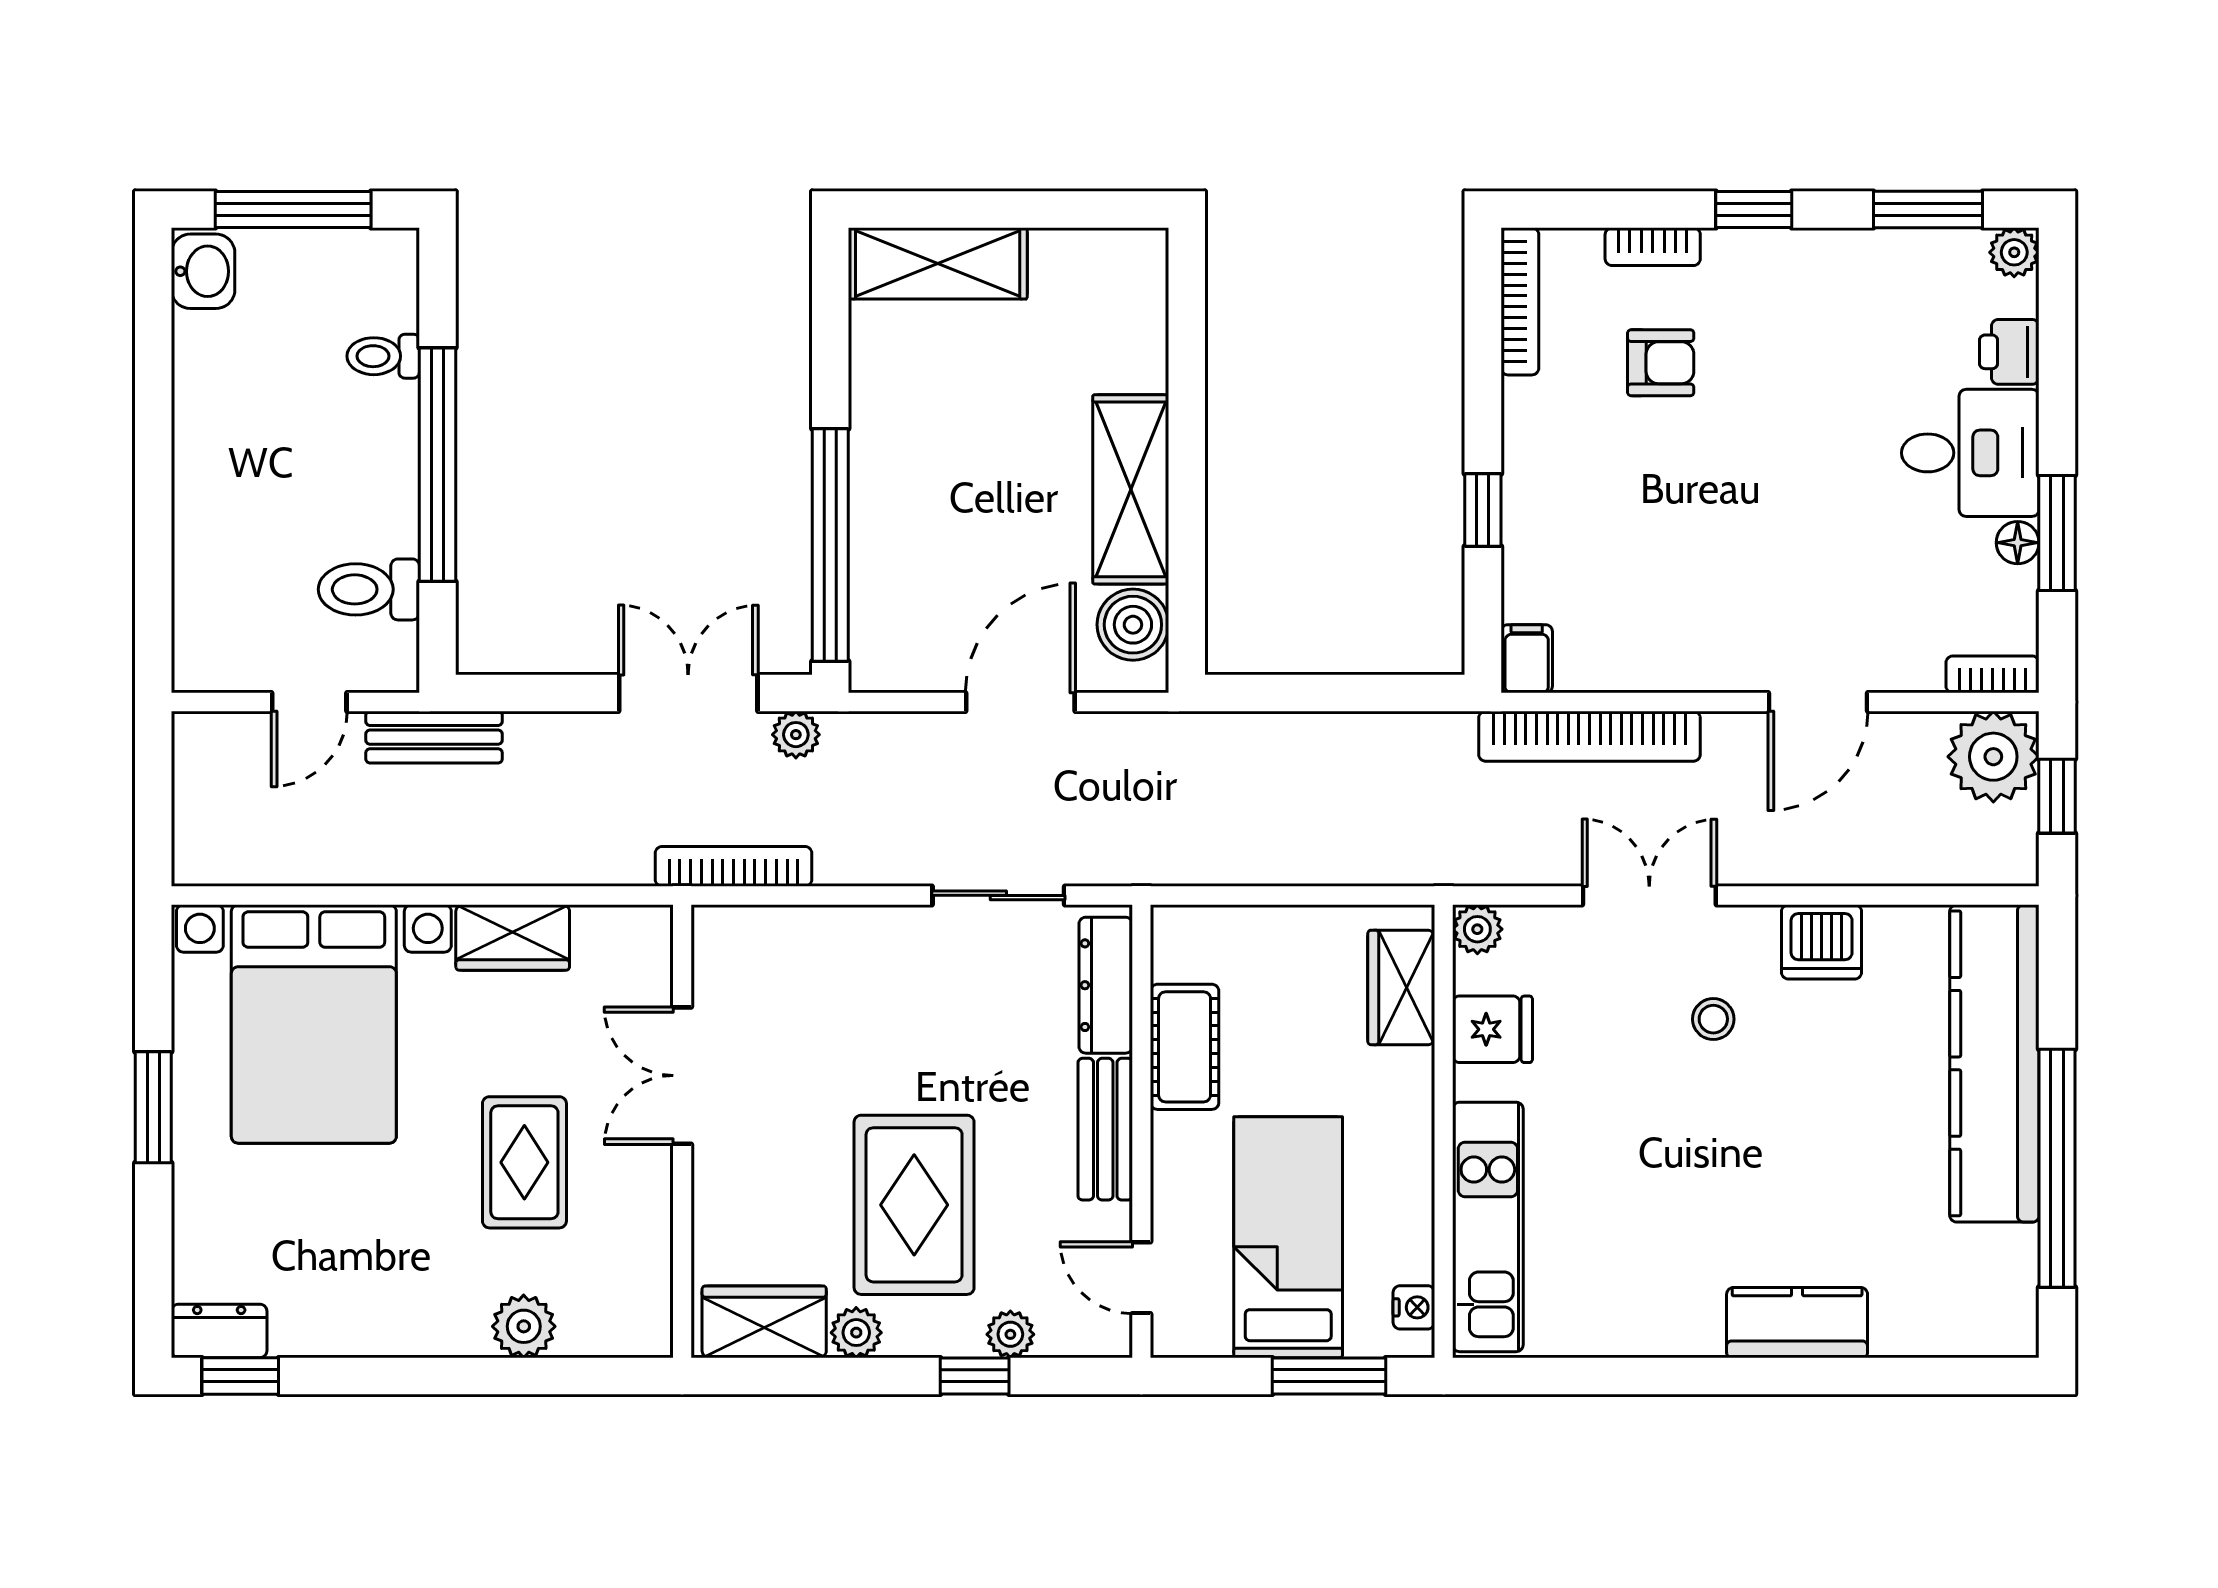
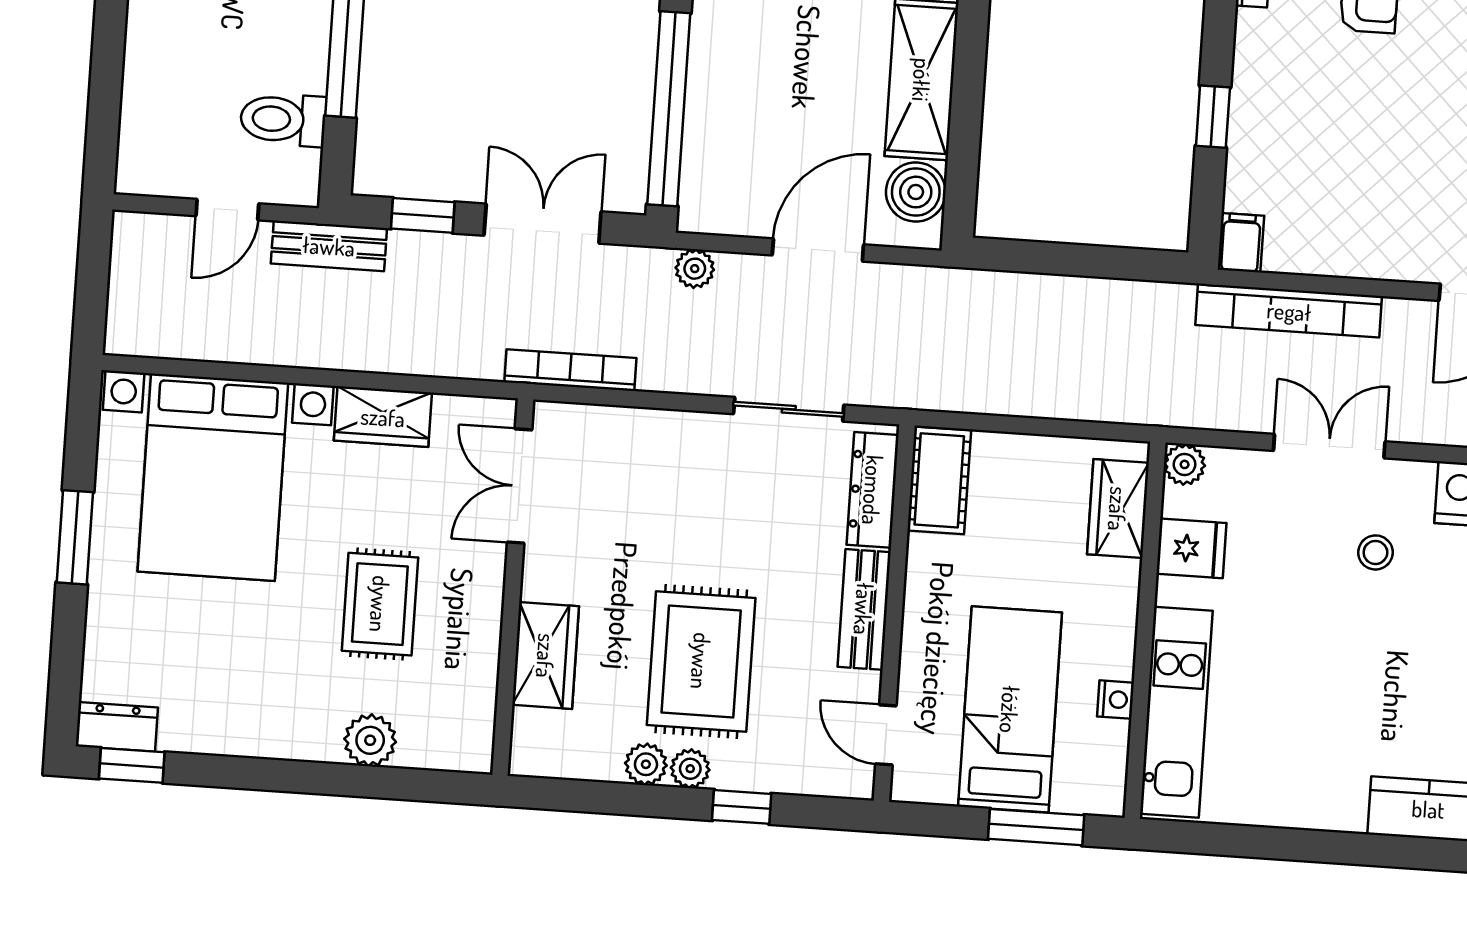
window: (544, 693) -> (423, 215), added
plant: (796, 735) -> (695, 269), moved
cot: (1185, 1047) -> (939, 480), moved
double door: (682, 1076) -> (520, 486), moved
nightstand: (1414, 1307) -> (1116, 700), moved
wardrobe: (764, 1322) -> (546, 656), moved, turned 90
plant: (1010, 1334) -> (690, 769), moved

